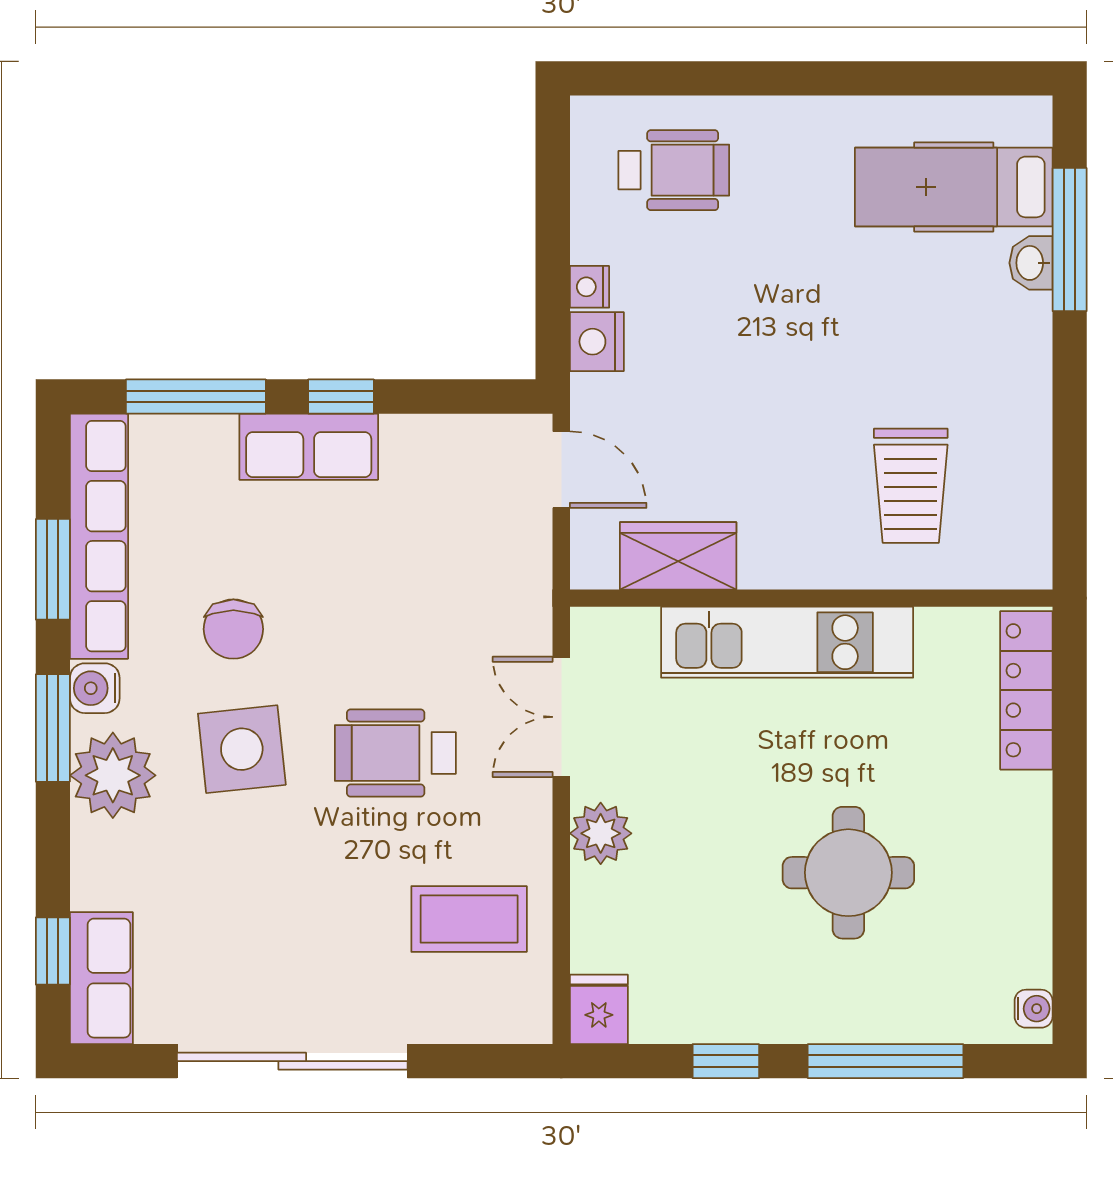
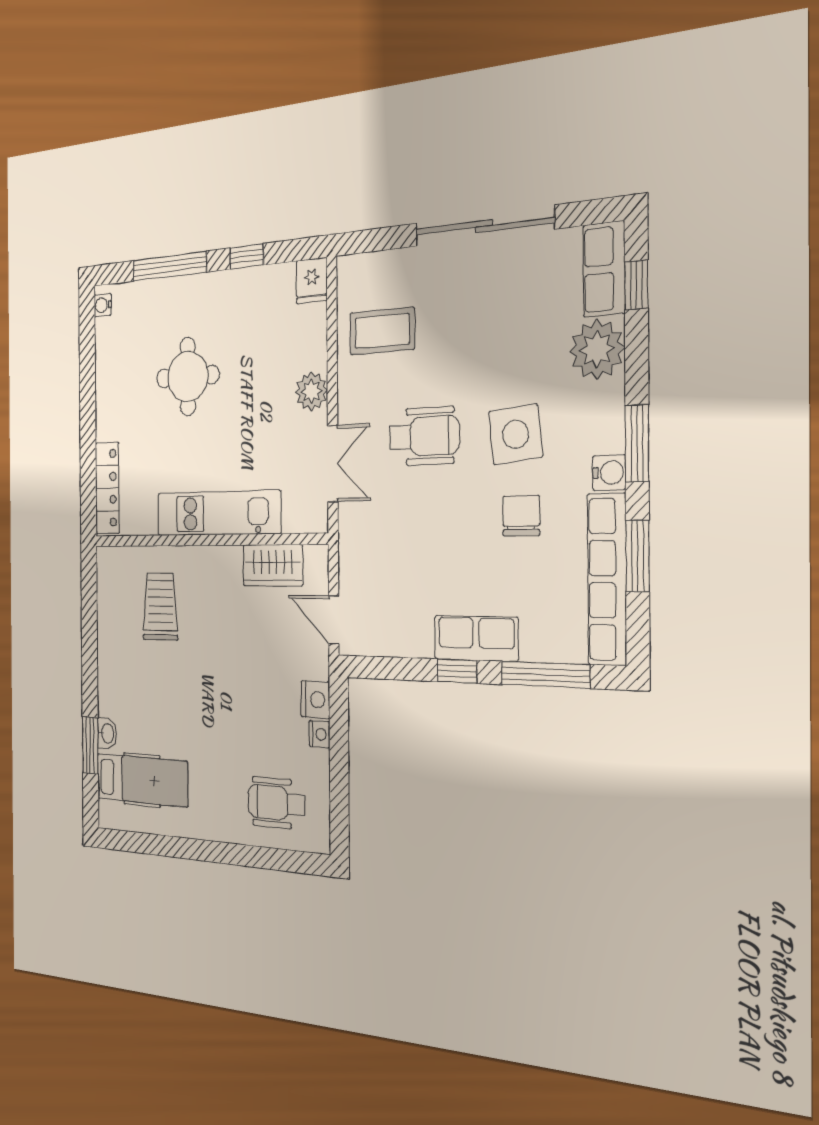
window: (1070, 240) -> (90, 745), width x0.69
plant: (113, 775) -> (597, 349), moved

